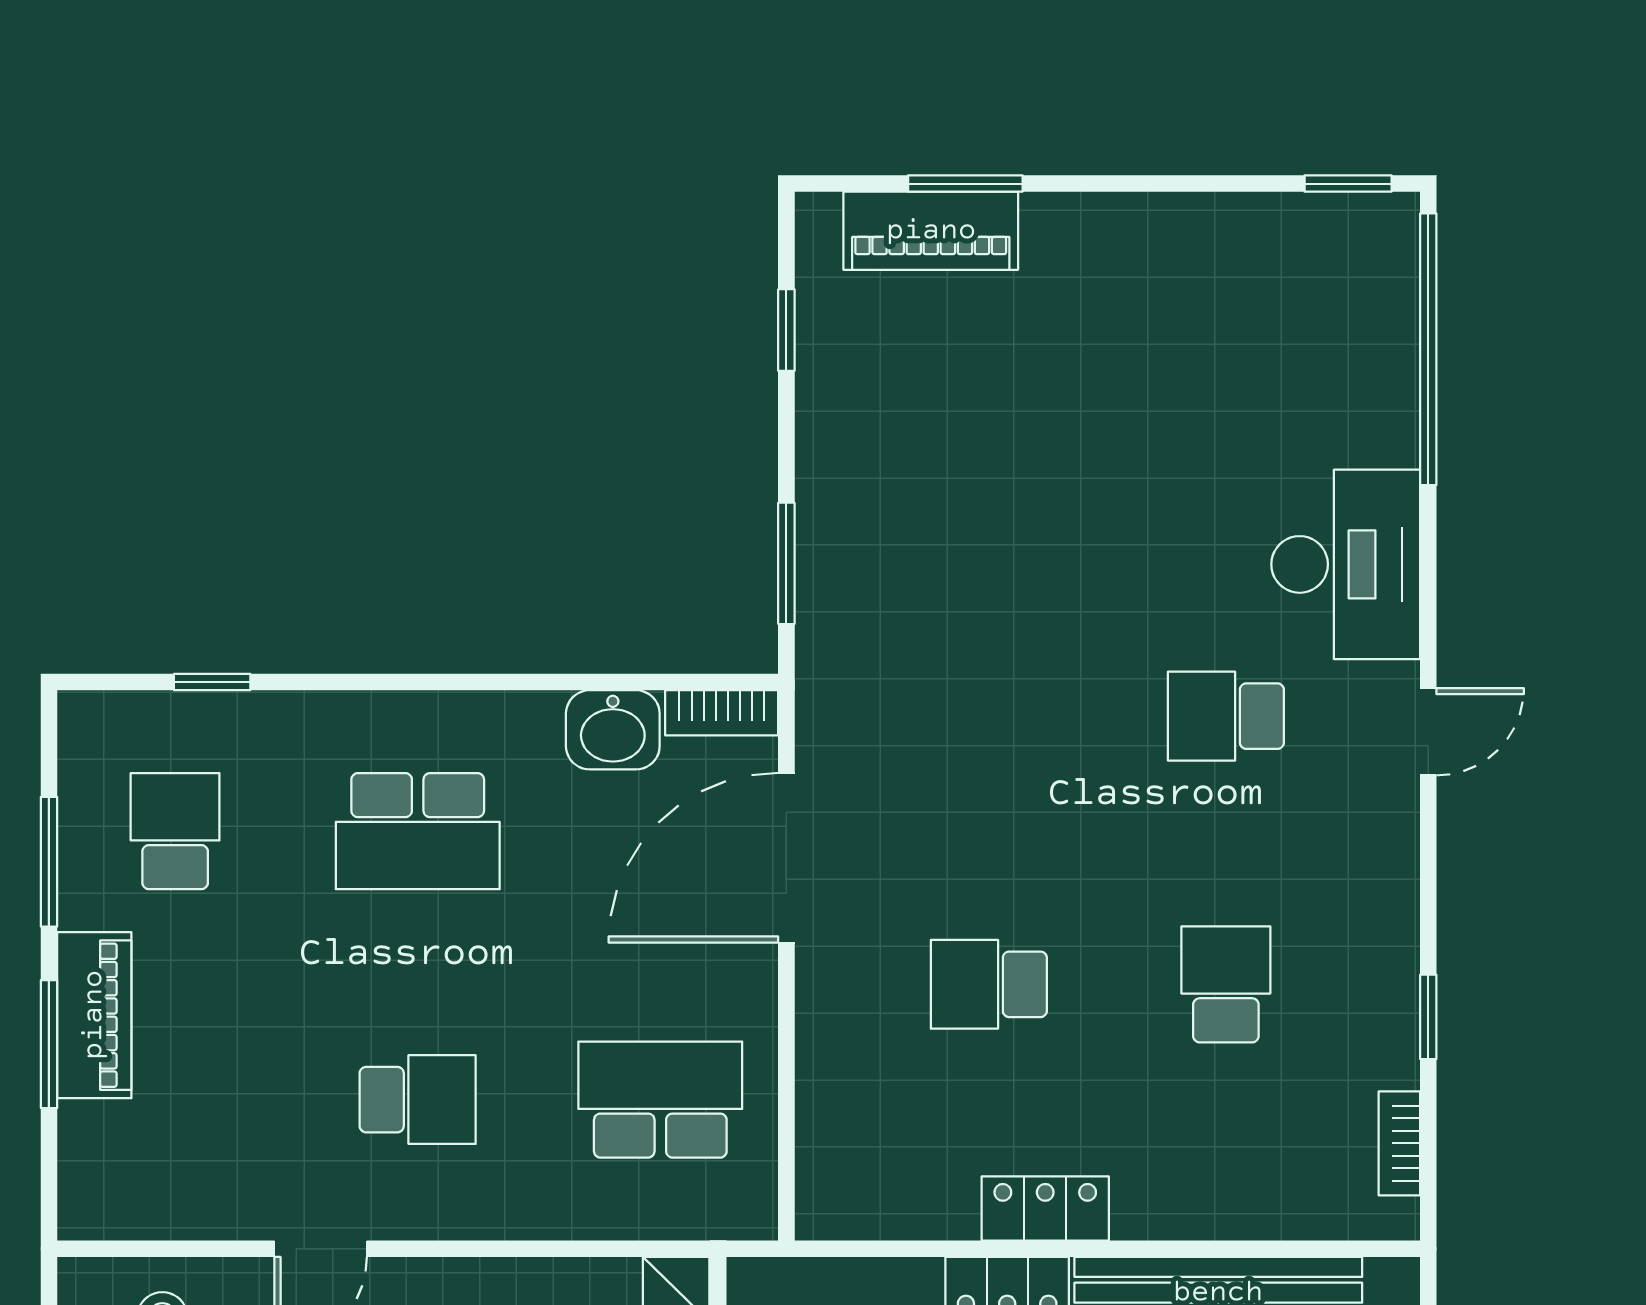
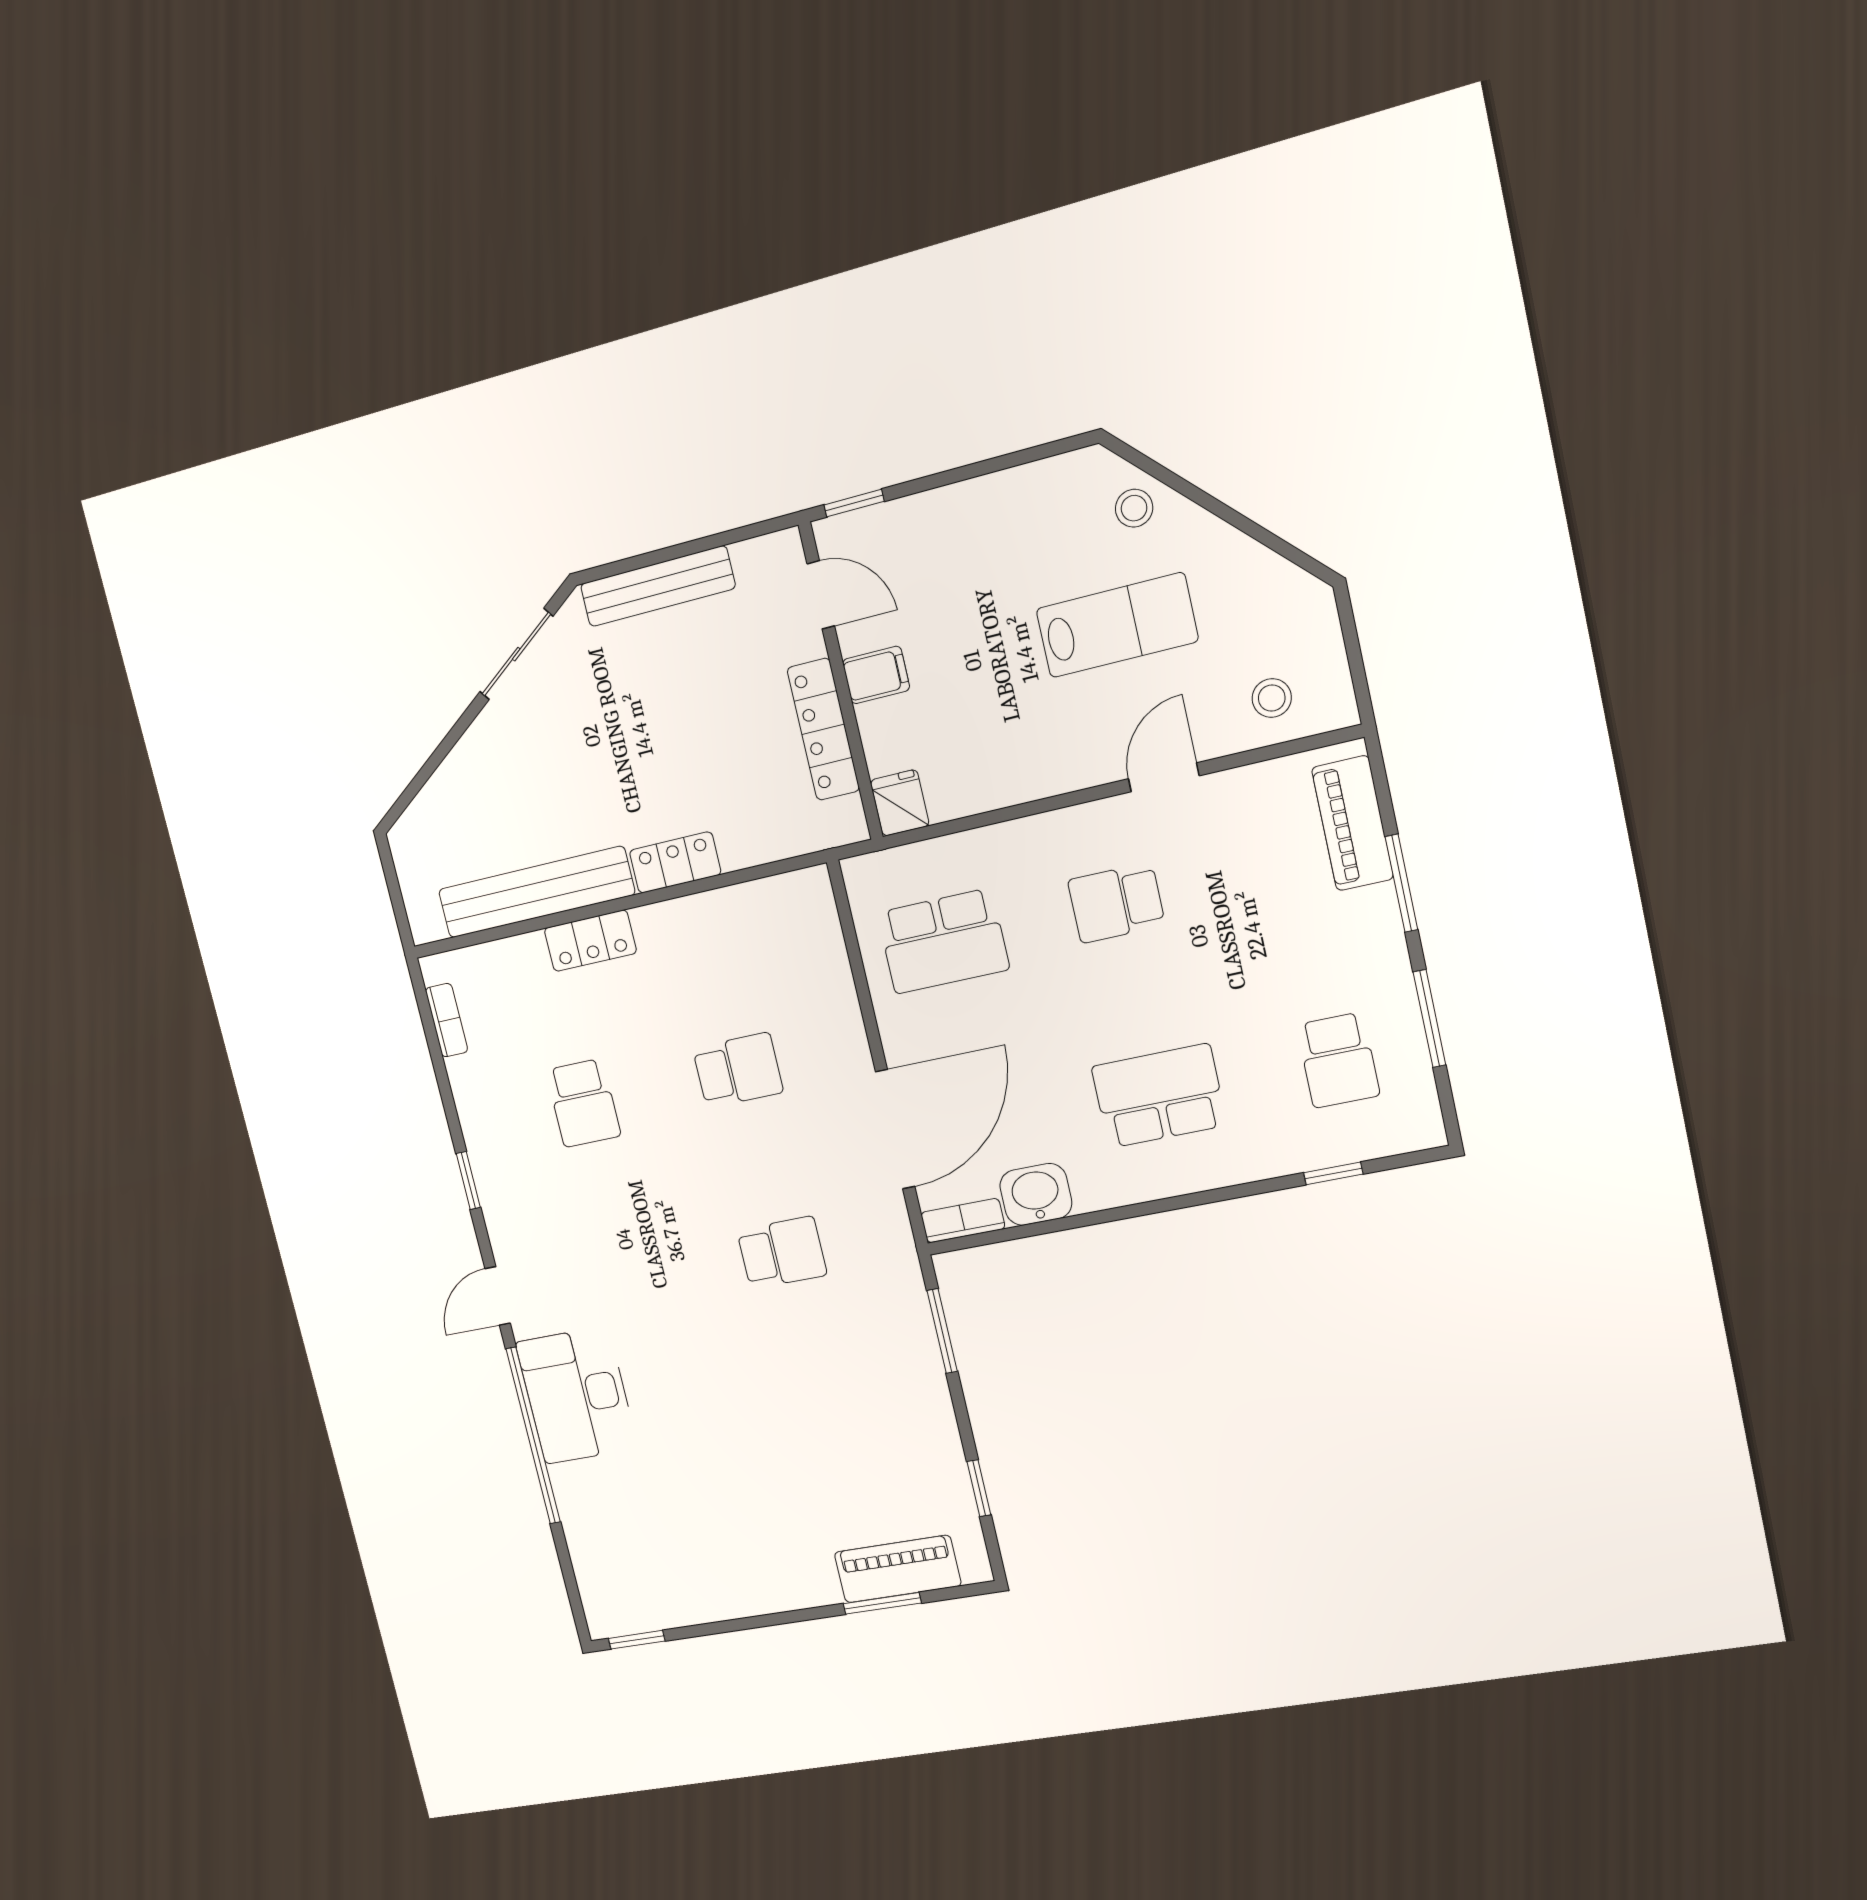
window: (1428, 349) -> (533, 1436), moved
school desk: (1226, 716) -> (782, 1253), moved
piano: (94, 1015) -> (1353, 823), moved
window: (1428, 1017) -> (468, 1181), moved
locker: (1045, 1208) -> (590, 941), moved

